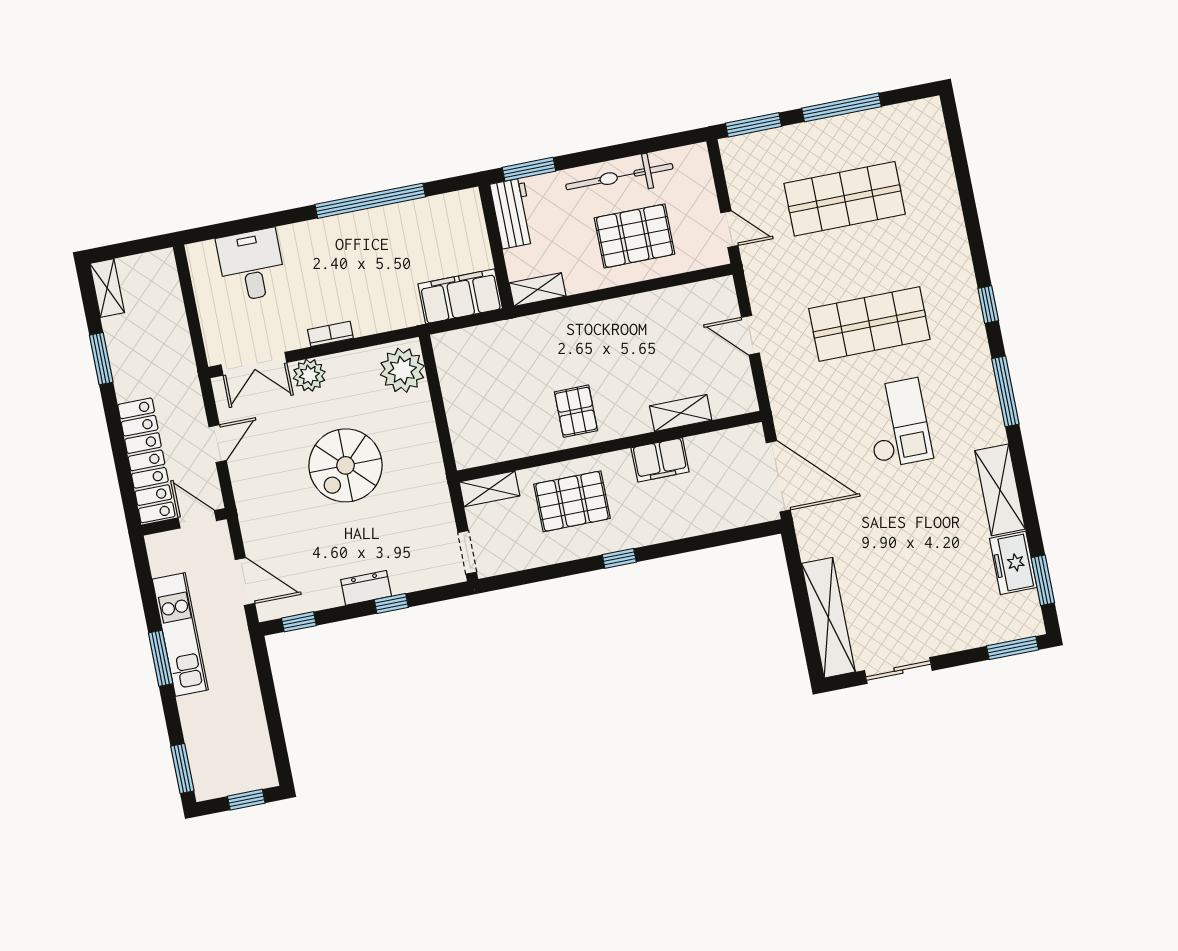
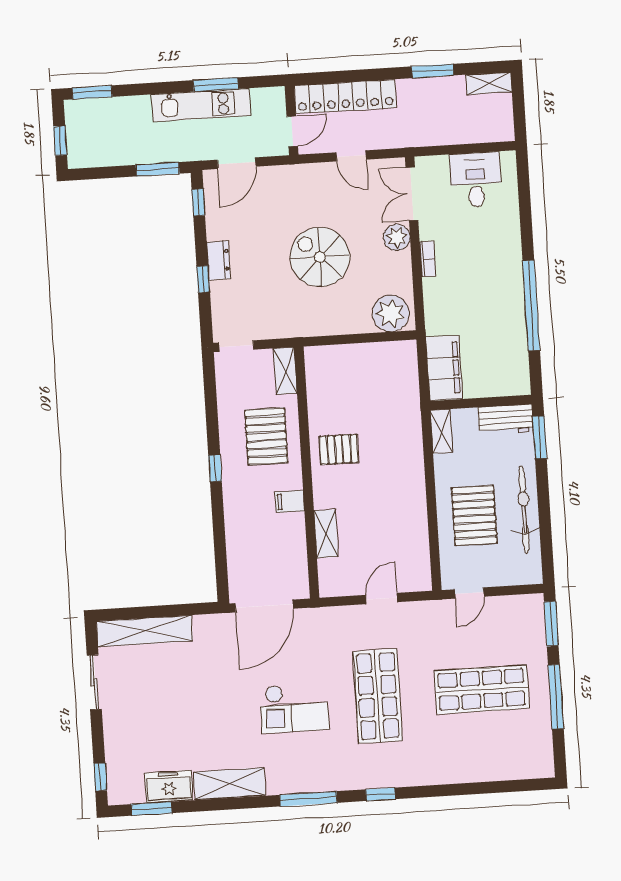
shop shelf: (845, 199) -> (482, 689), turned 90
desk: (251, 265) -> (476, 180), moved, turned -90
filing cabinet: (660, 460) -> (290, 501), width x0.50
window: (1012, 648) -> (100, 777), width x0.67
window: (161, 658) -> (216, 85), moved
window: (265, 677) -> (158, 169), added

